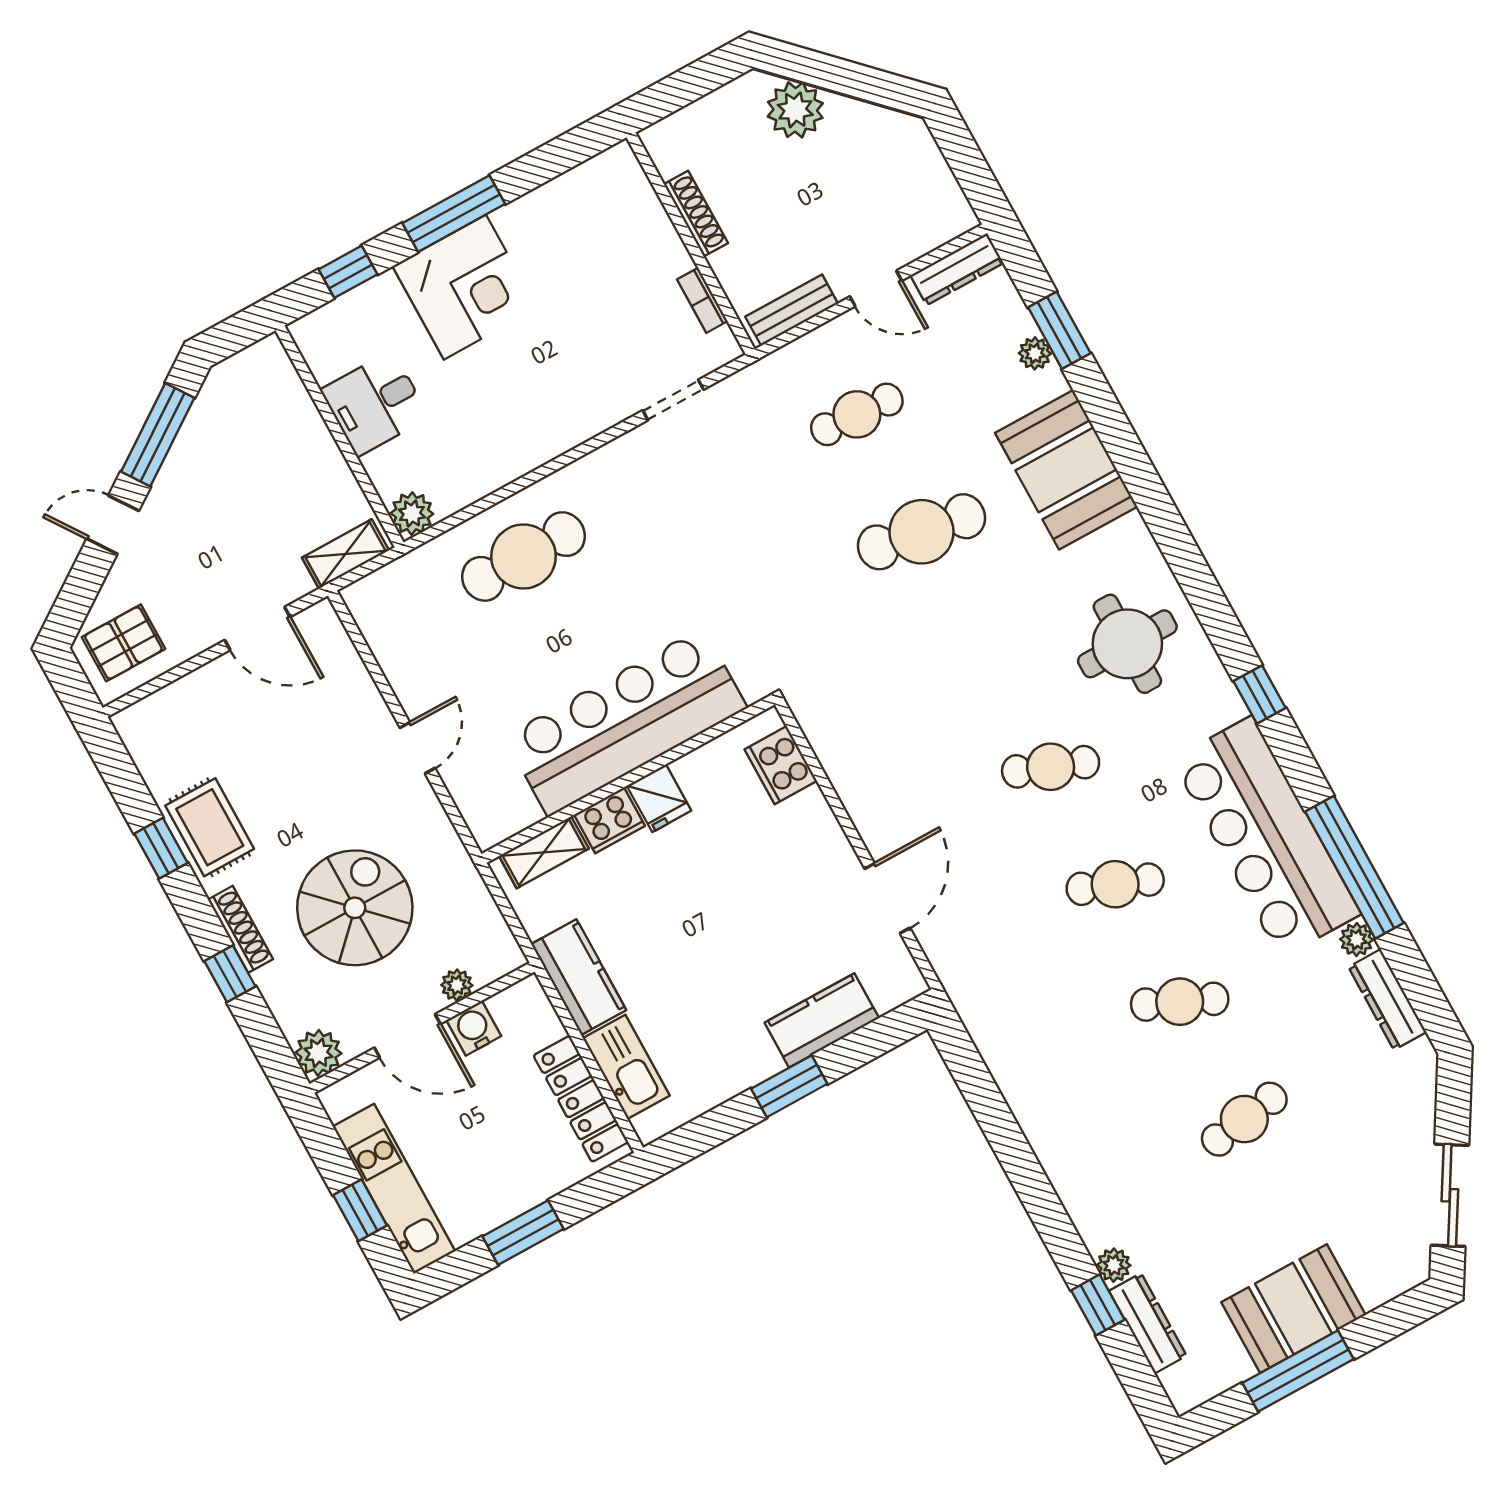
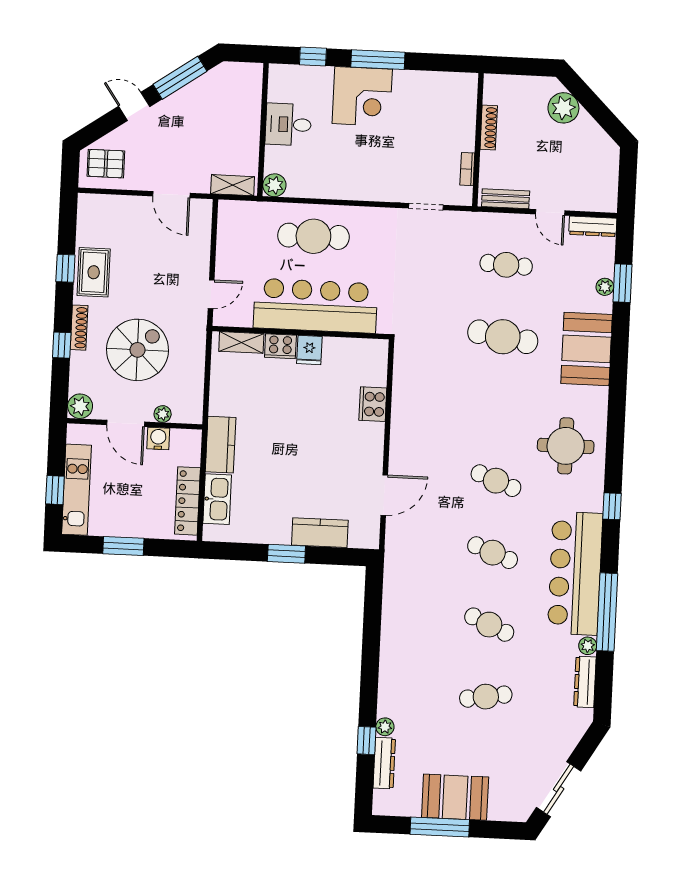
bar counter: (626, 722) -> (315, 306), moved
wall: (628, 779) -> (301, 333), moved
fridge: (659, 798) -> (309, 350), moved
cooker: (609, 820) -> (280, 346), moved
shelving: (544, 852) -> (241, 342), moved

